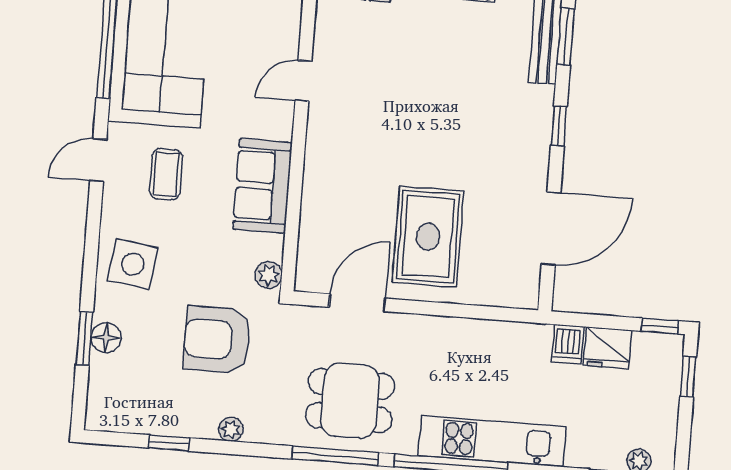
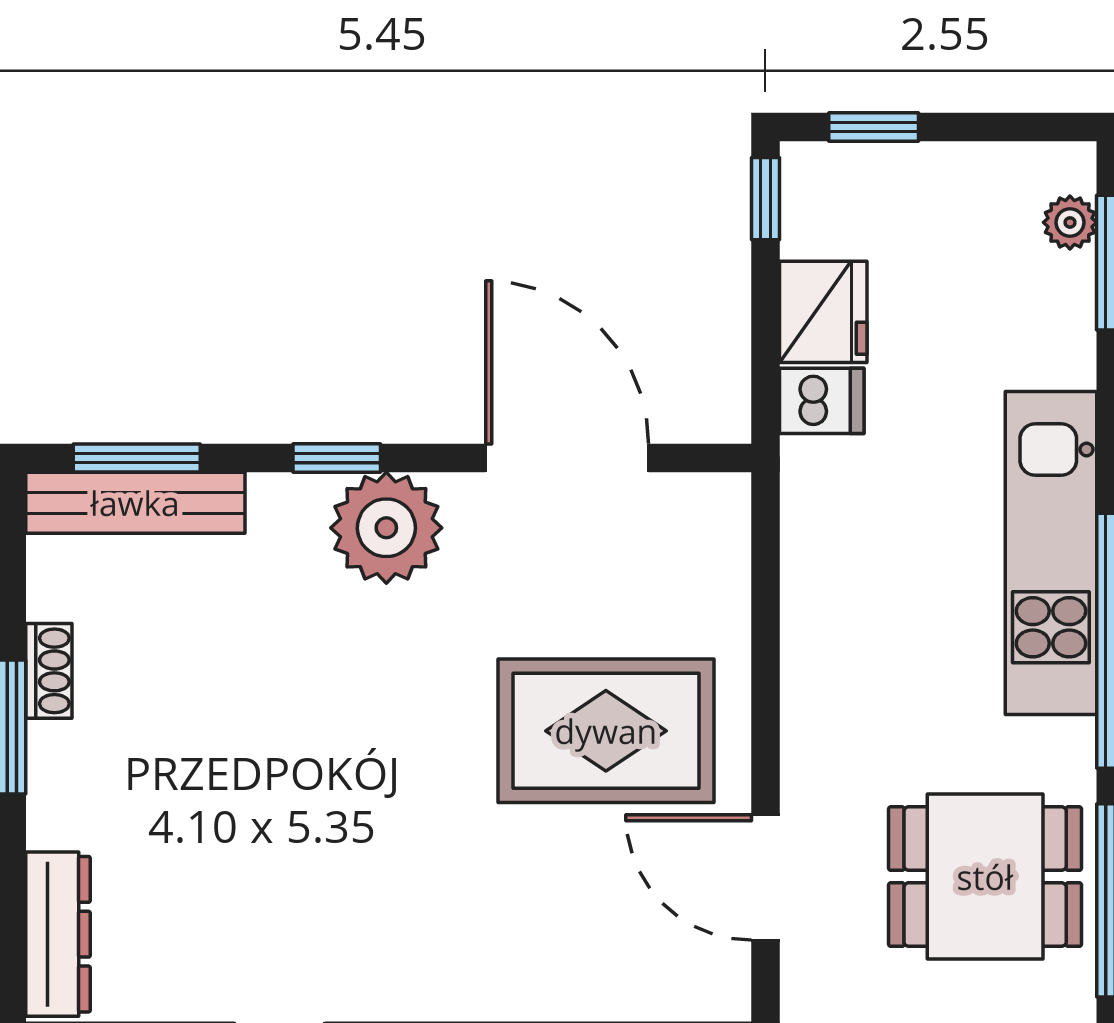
plant: (526, 146) -> (386, 528), added
dining table: (350, 401) -> (985, 877), turned 90

